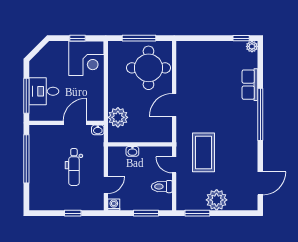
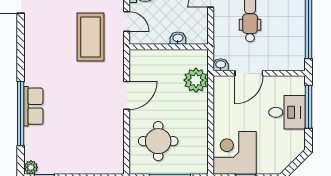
round table: (148, 68) -> (158, 141), width x0.73, depth x0.73
row of seats: (250, 85) -> (33, 106), moved
window: (260, 114) -> (21, 114), moved

